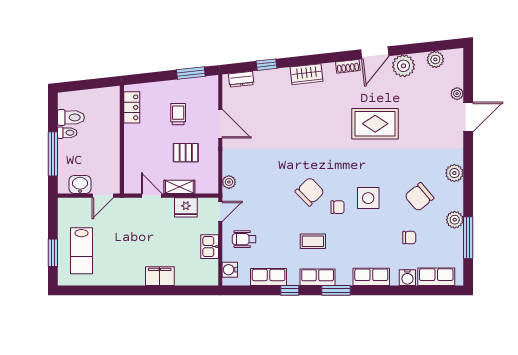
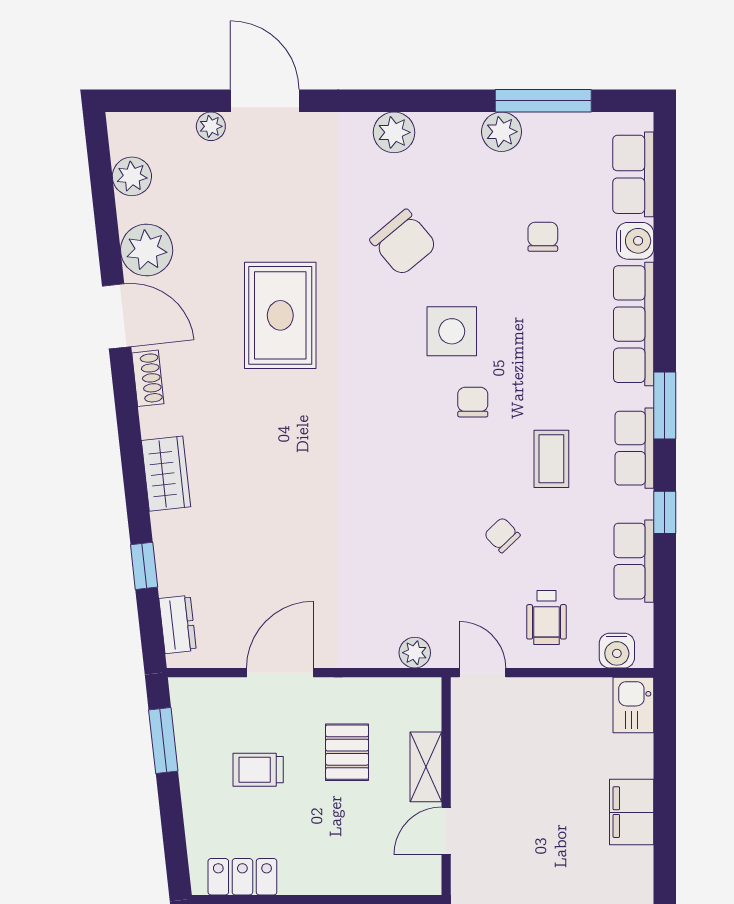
chair: (310, 192) -> (502, 535), moved, width x0.54, depth x0.54
chair: (419, 197) -> (404, 243), moved
fridge: (186, 207) -> (473, 752), removed
kitchen sink: (210, 247) -> (633, 705), moved, turned 90
row of seats: (371, 277) -> (634, 324), width x1.48

